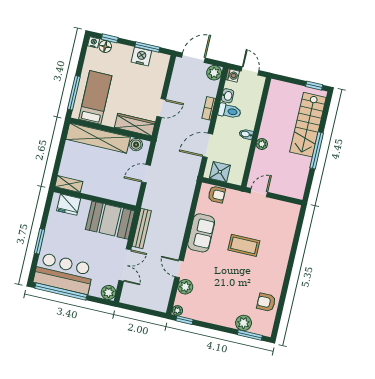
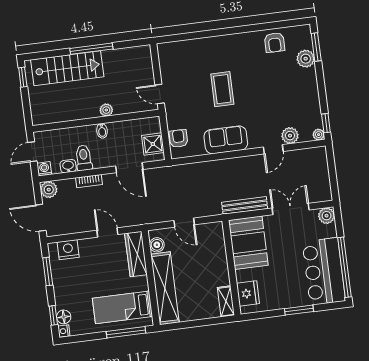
nightstand: (141, 57) -> (68, 250), moved, turned 90

